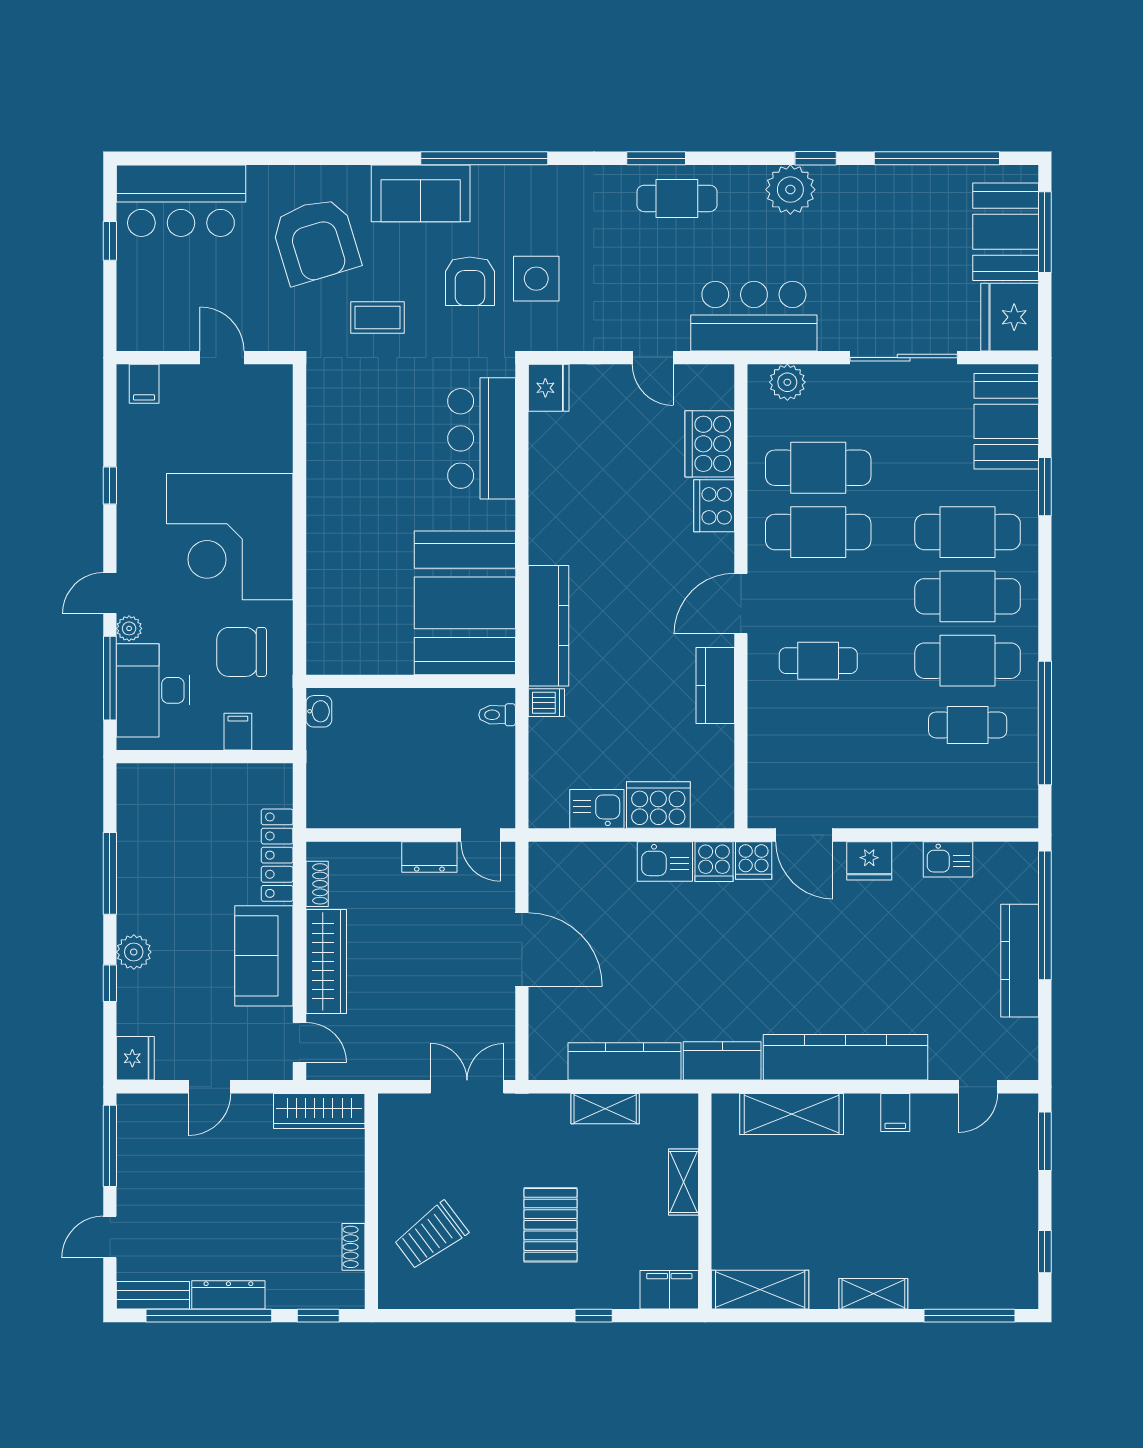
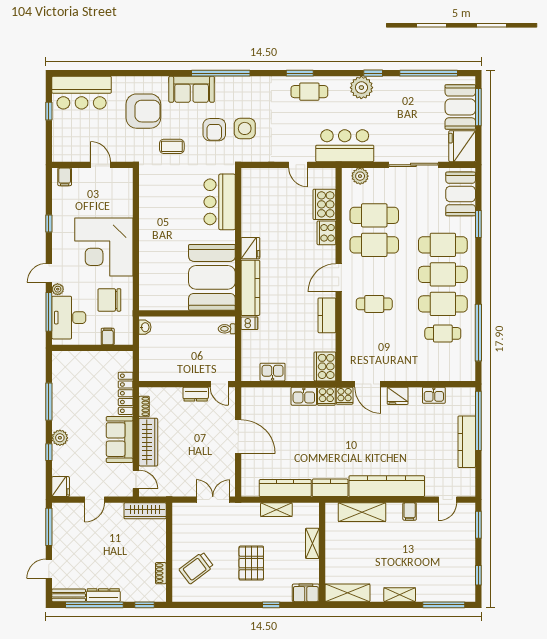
armchair: (316, 241) -> (143, 111), turned -73
fridge: (549, 388) -> (250, 248), moved
cooker: (658, 805) -> (325, 366), moved, turned -90

